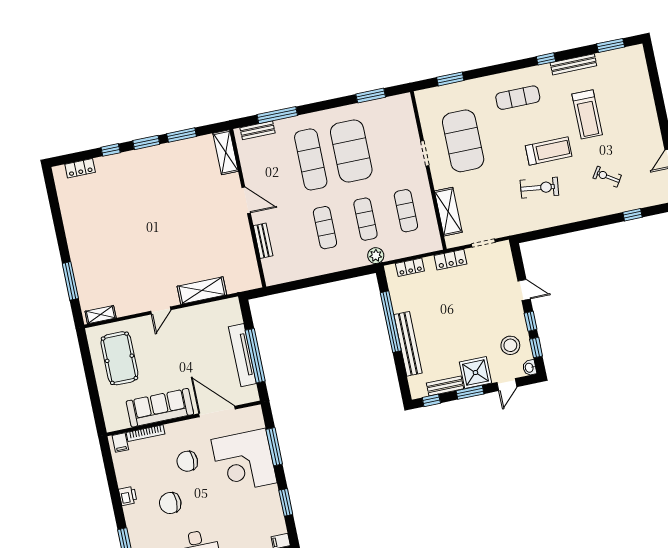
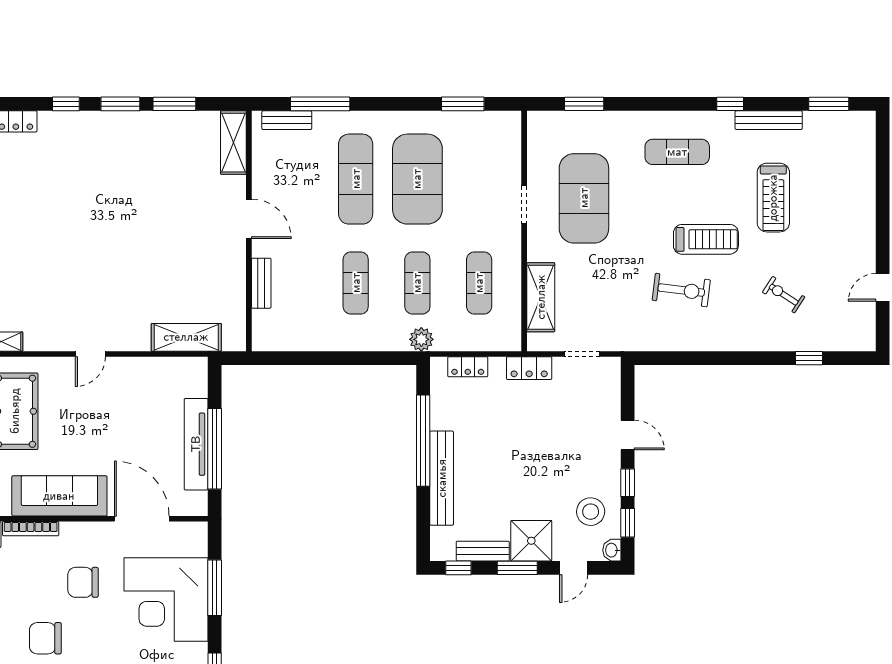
shelving: (202, 291) -> (186, 337), moved

